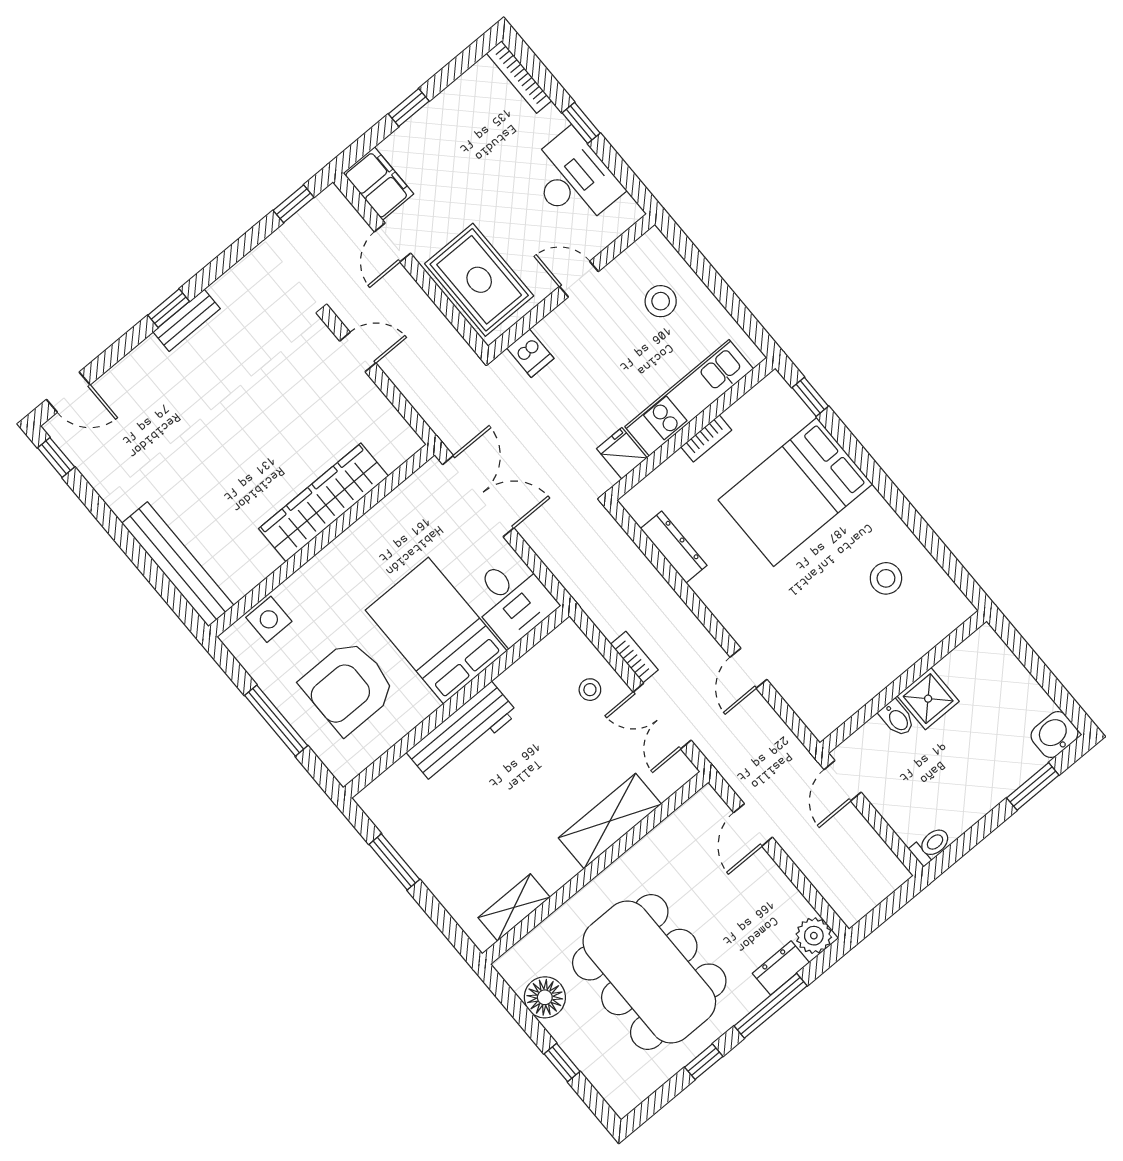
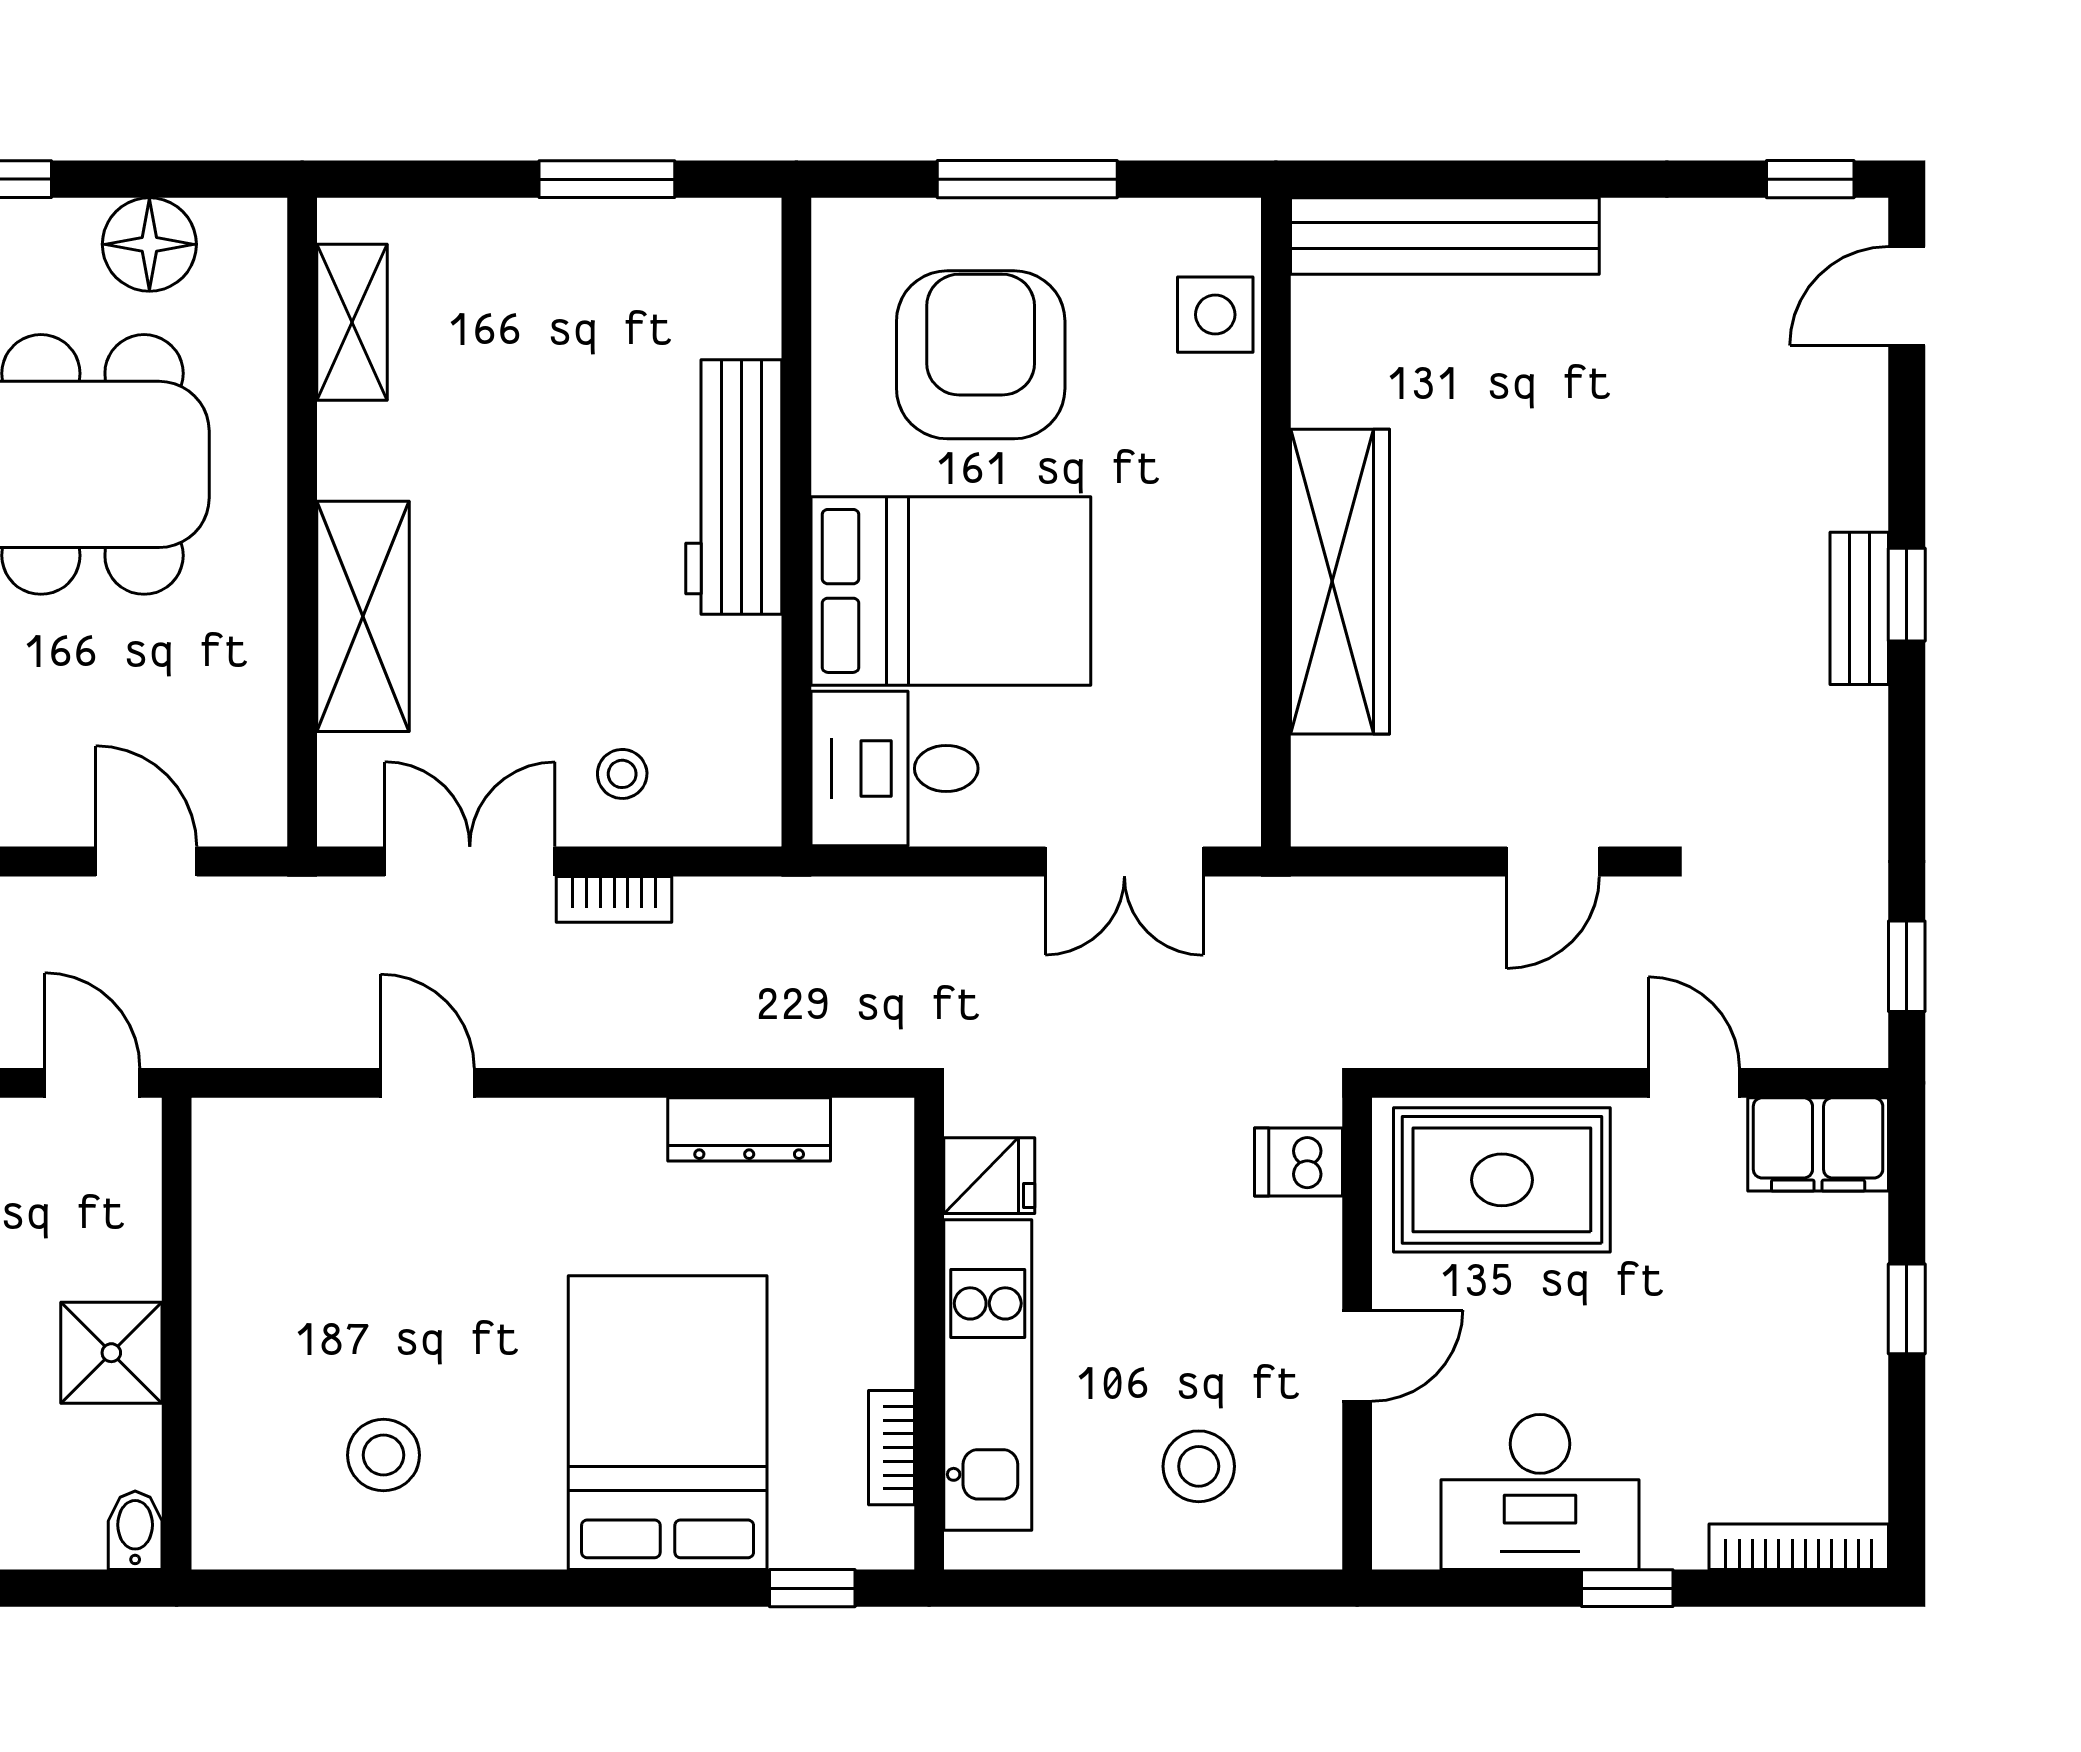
bookcase: (706, 438) -> (892, 1448), moved
double door: (478, 496) -> (1124, 861), width x0.73
bidet: (897, 718) -> (135, 1530), moved, turned 90

